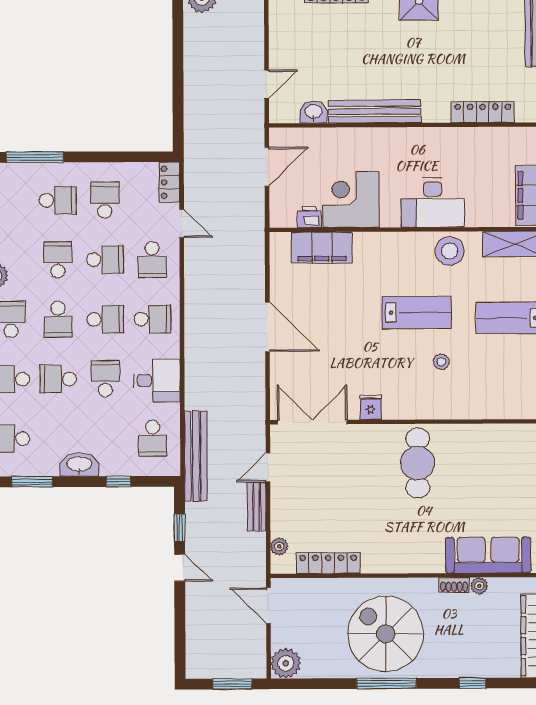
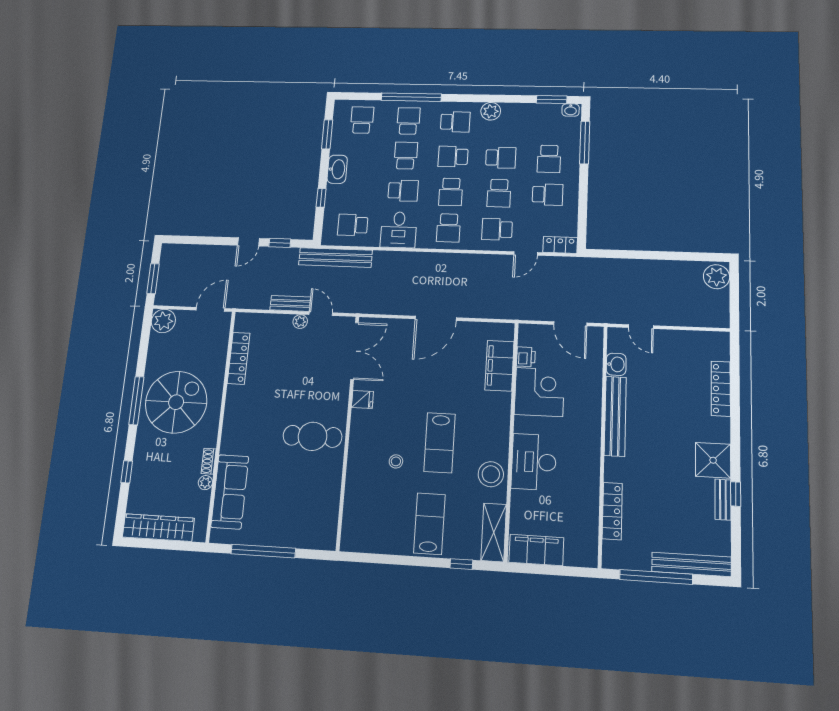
plant: (279, 546) -> (300, 322), moved

